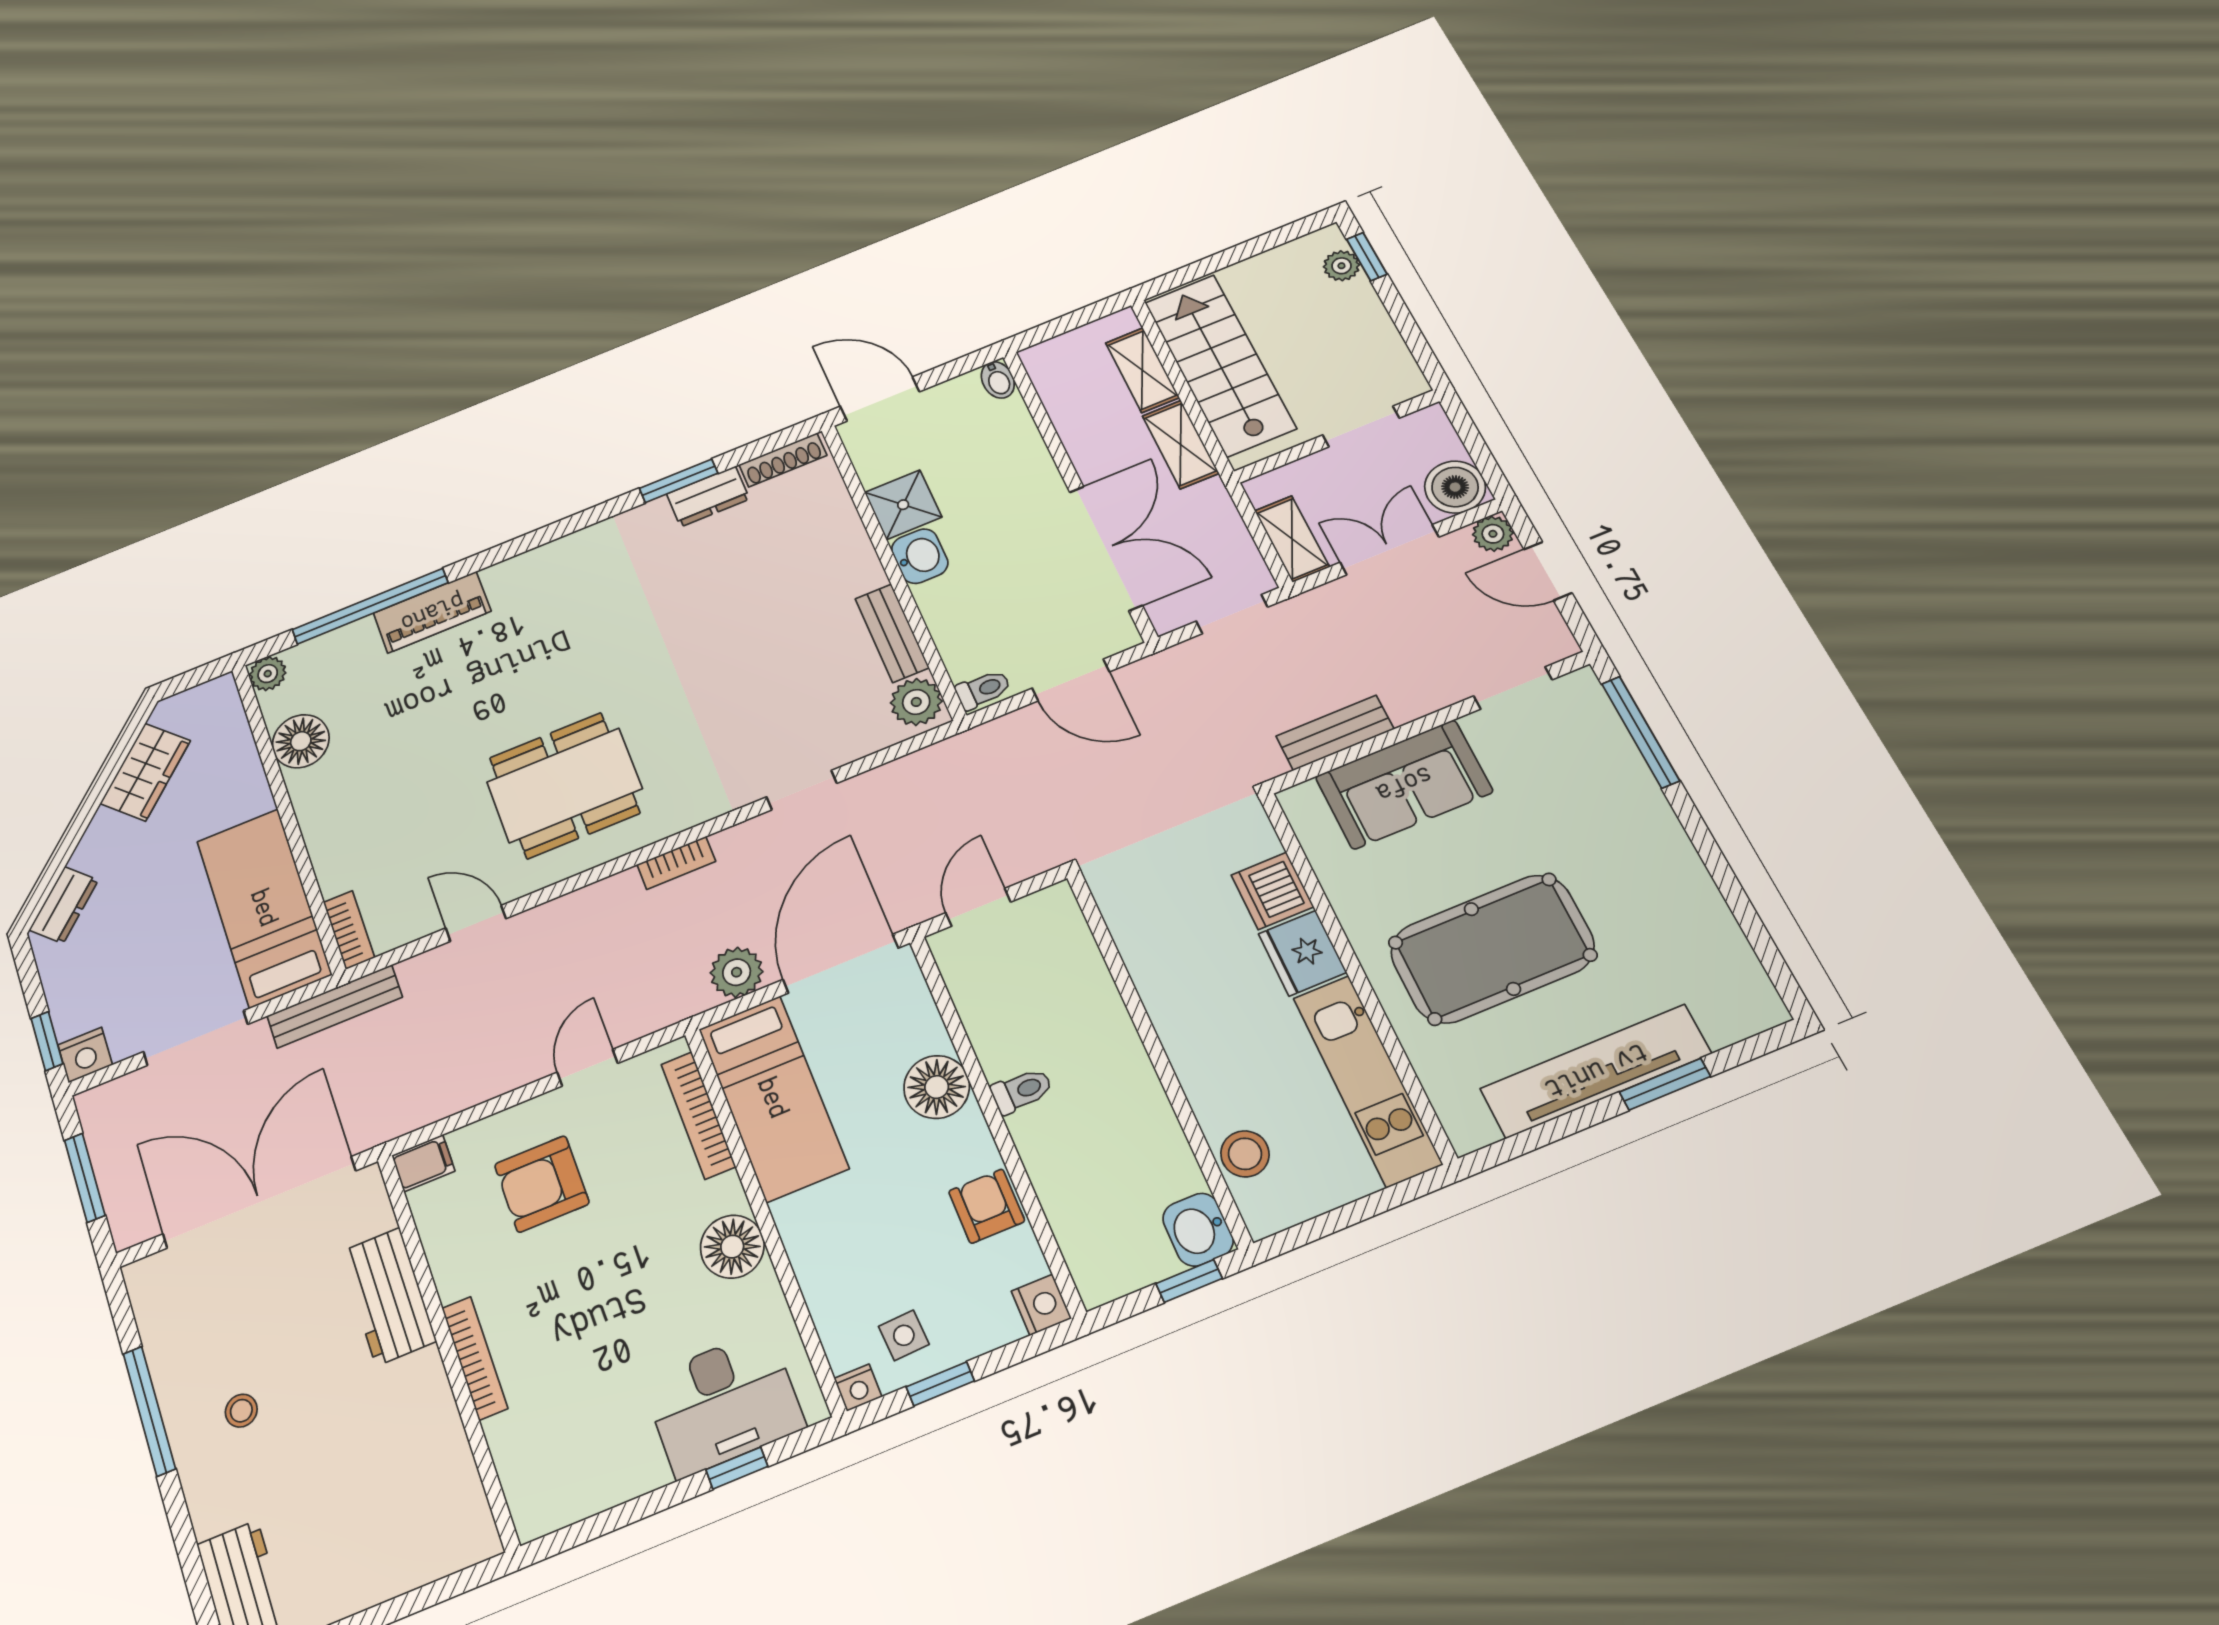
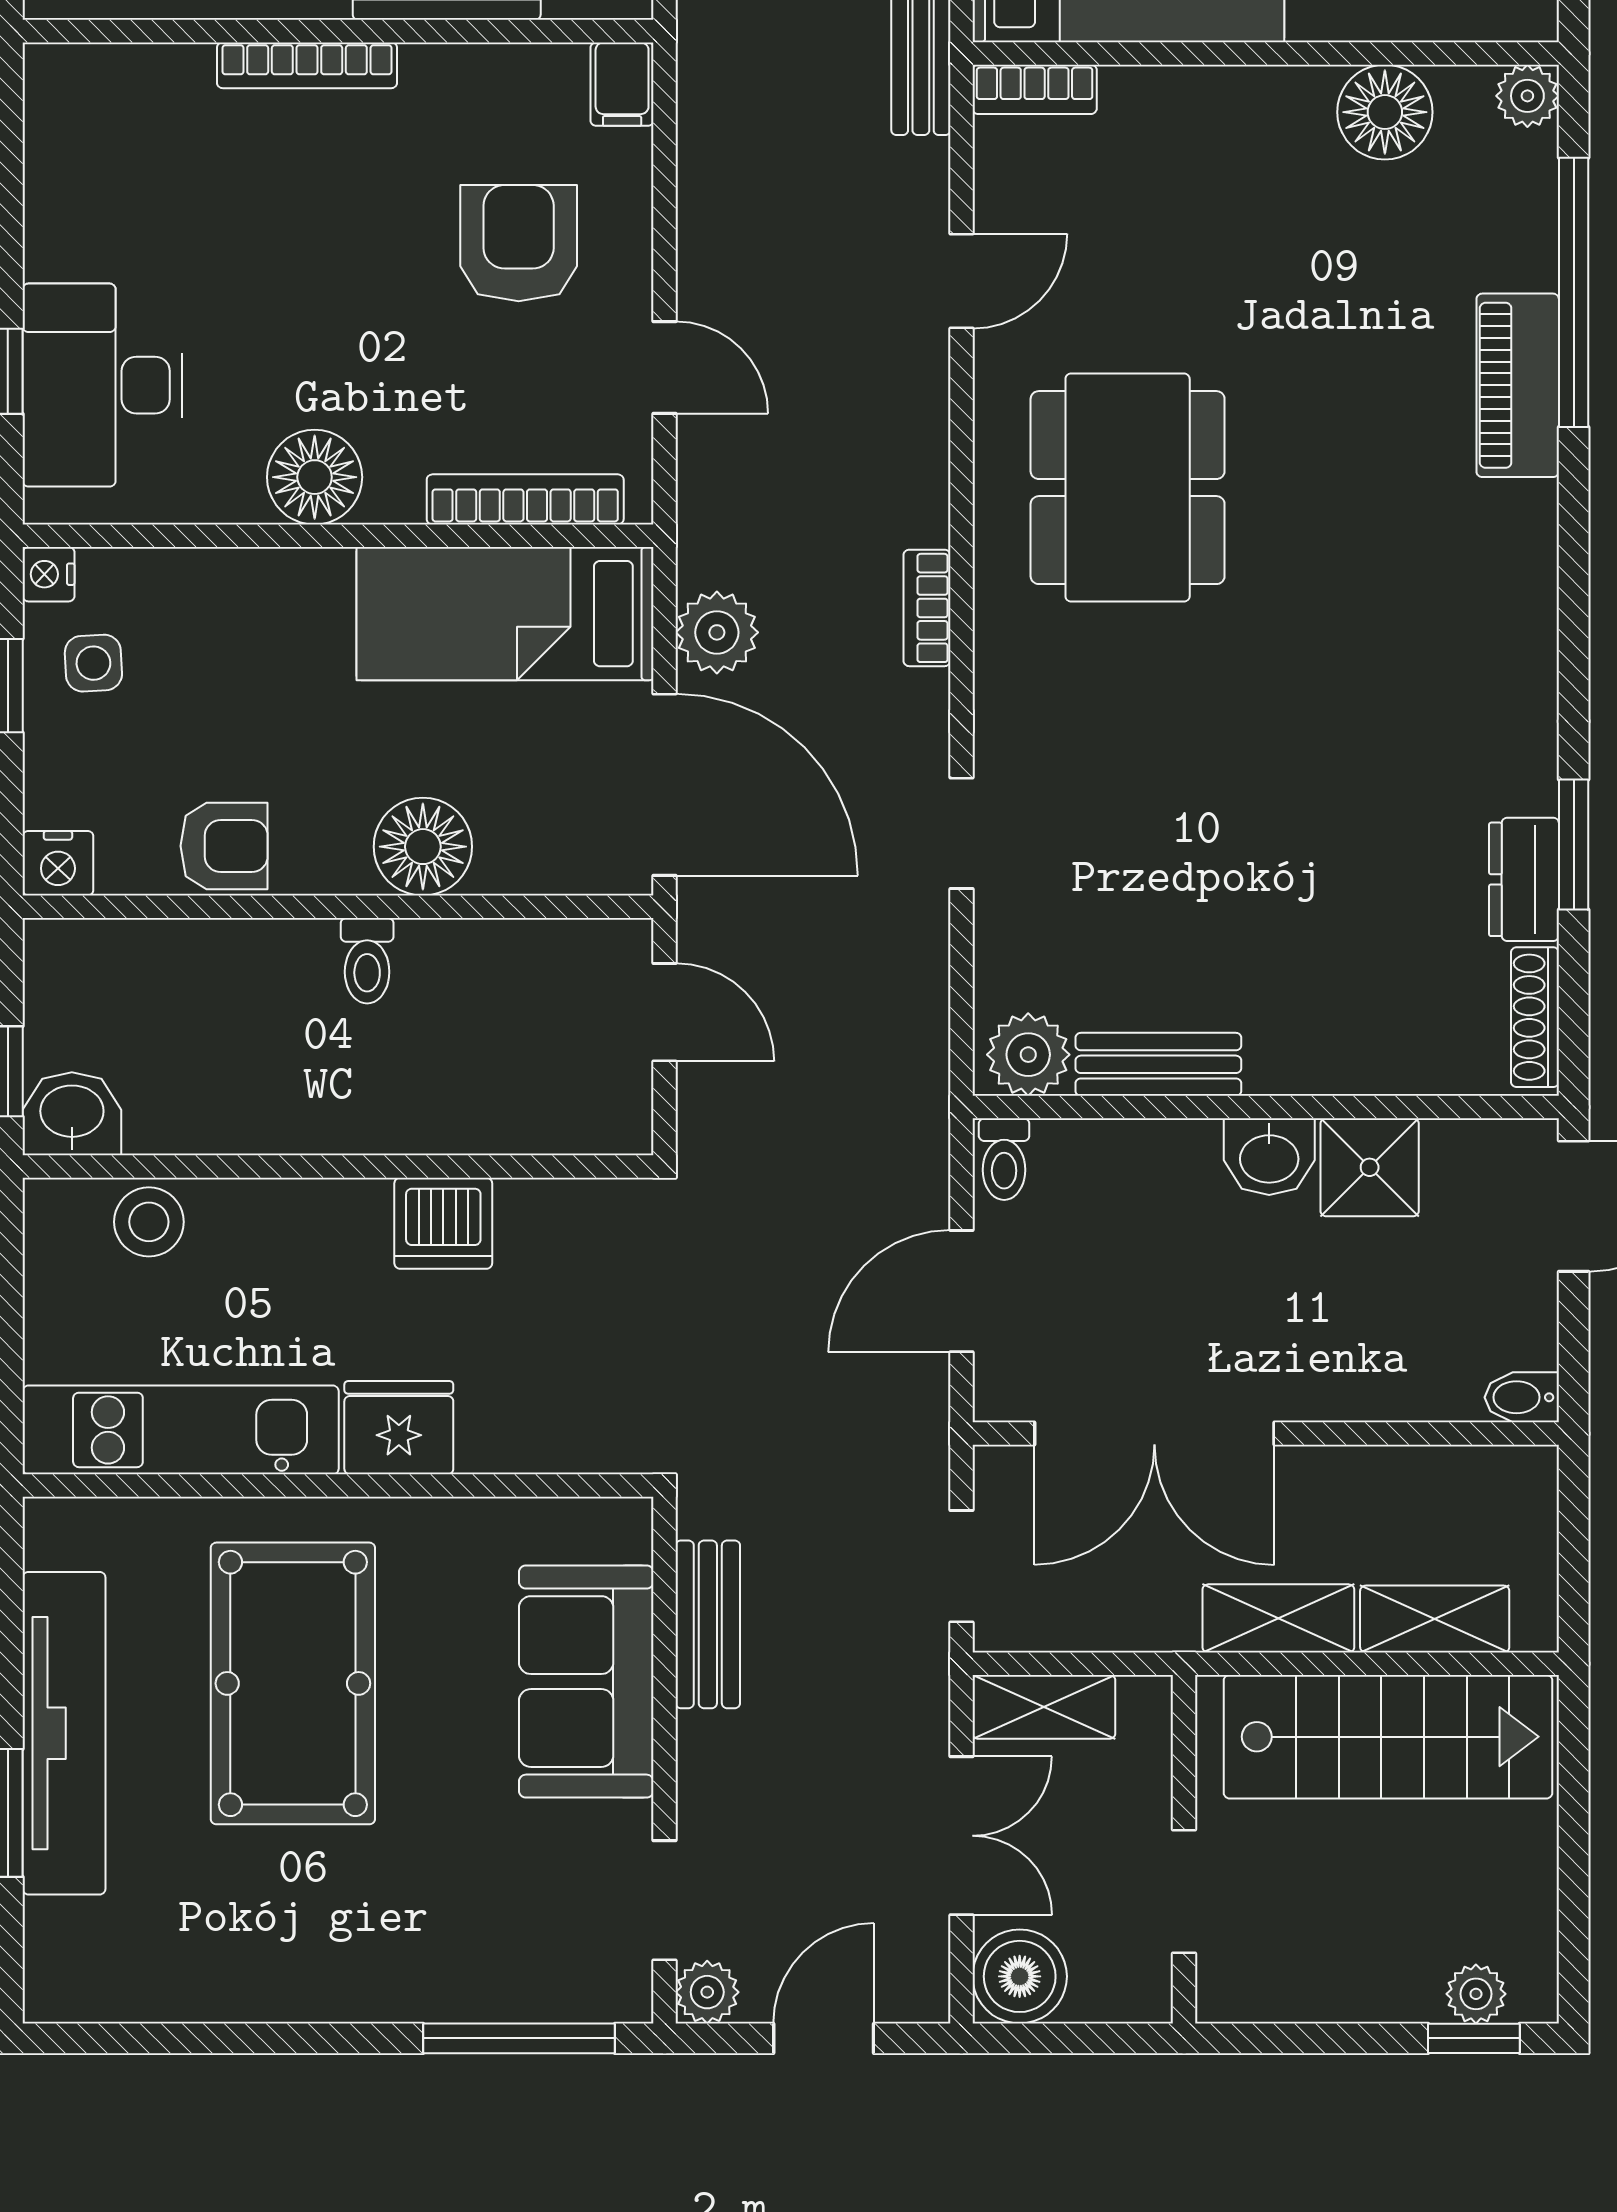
plant: (1493, 534) -> (707, 1992), moved
dishwasher: (1272, 891) -> (443, 1223), moved, turned 180

